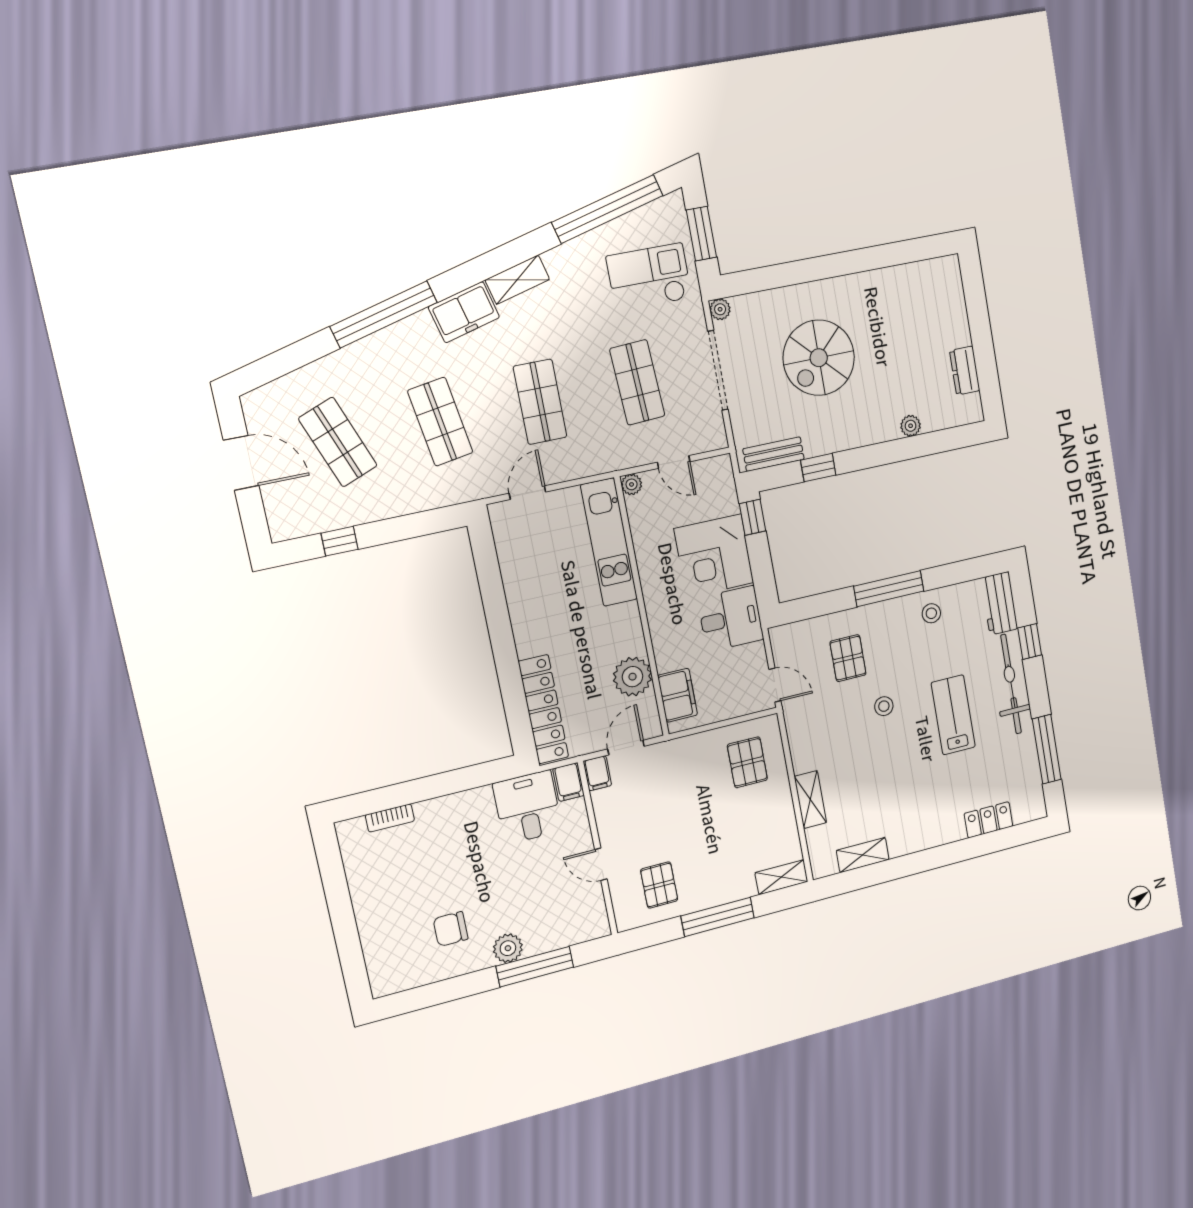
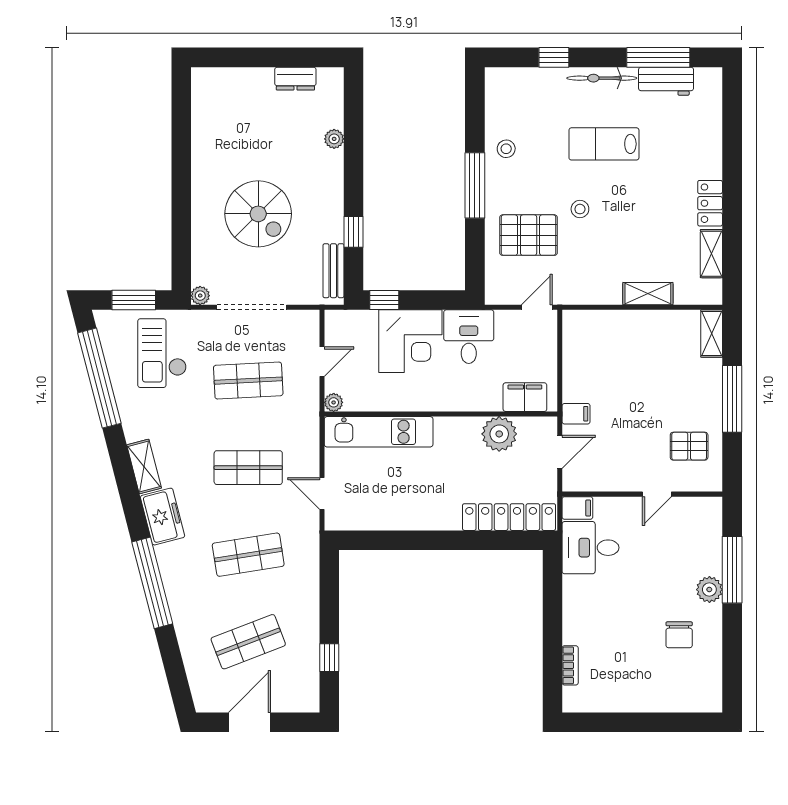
workbench: (999, 603) -> (666, 81), moved
pallet: (848, 658) -> (529, 235), width x1.50, depth x1.42
bicycle: (1011, 684) -> (602, 78), width x0.73, depth x0.71
door: (626, 748) -> (560, 452), swing flipped
pallet: (747, 762) -> (600, 345), removed
filing cabinet: (597, 773) -> (576, 414), moved
locker: (988, 820) -> (710, 203), moved

